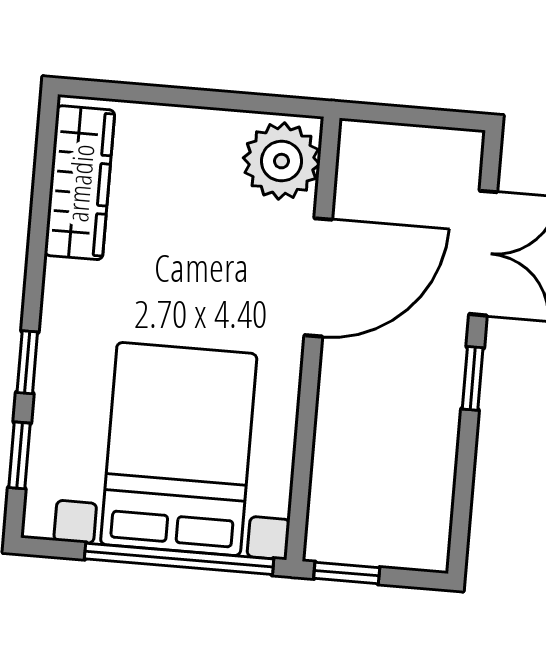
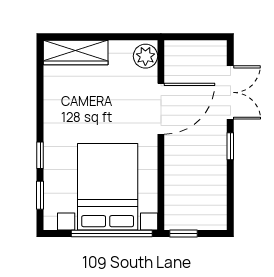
plant: (282, 161) -> (145, 56), width x0.73, depth x0.73
wardrobe: (80, 183) -> (76, 52), moved, turned 90

